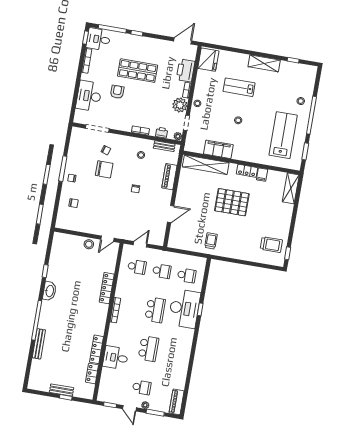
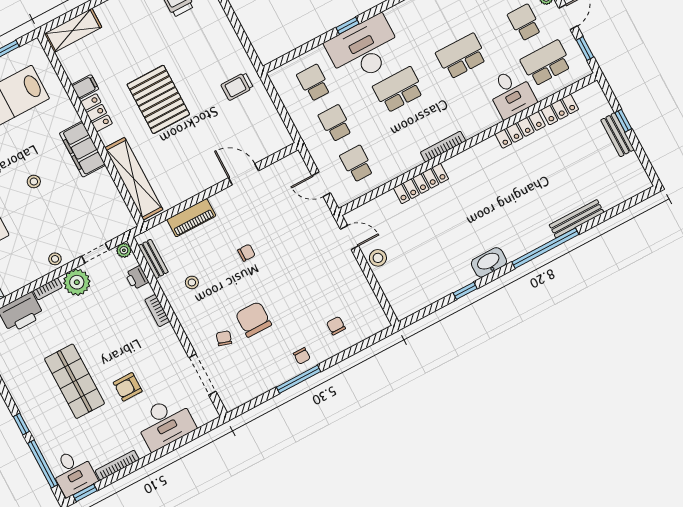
filing cabinet: (218, 149) -> (82, 149), moved
school desk: (117, 383) -> (546, 63), added

